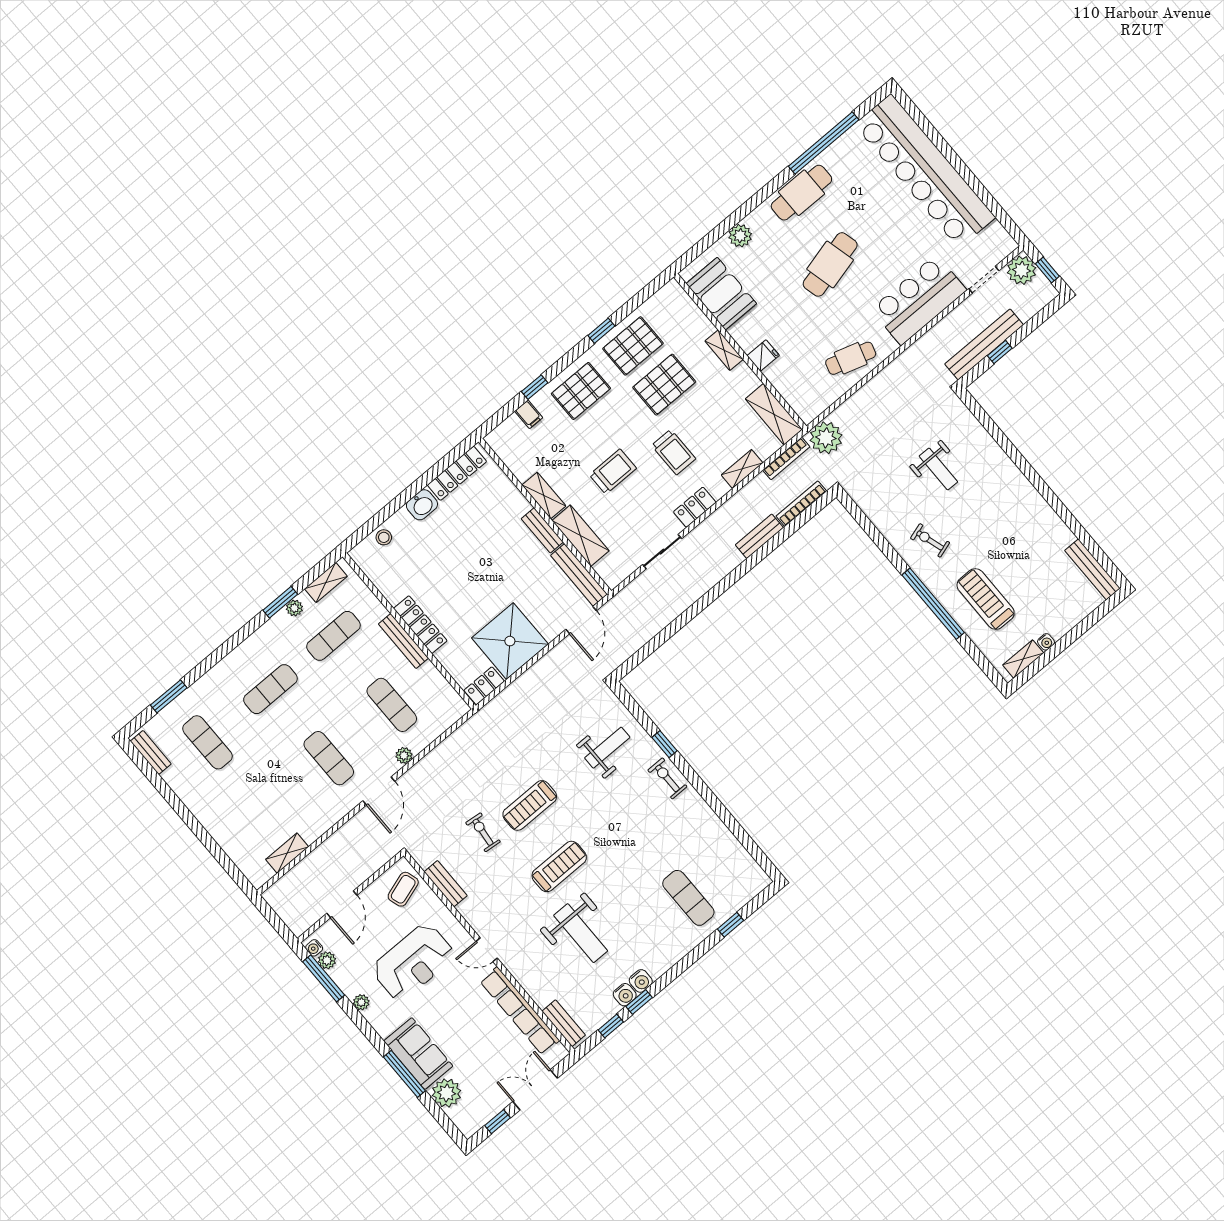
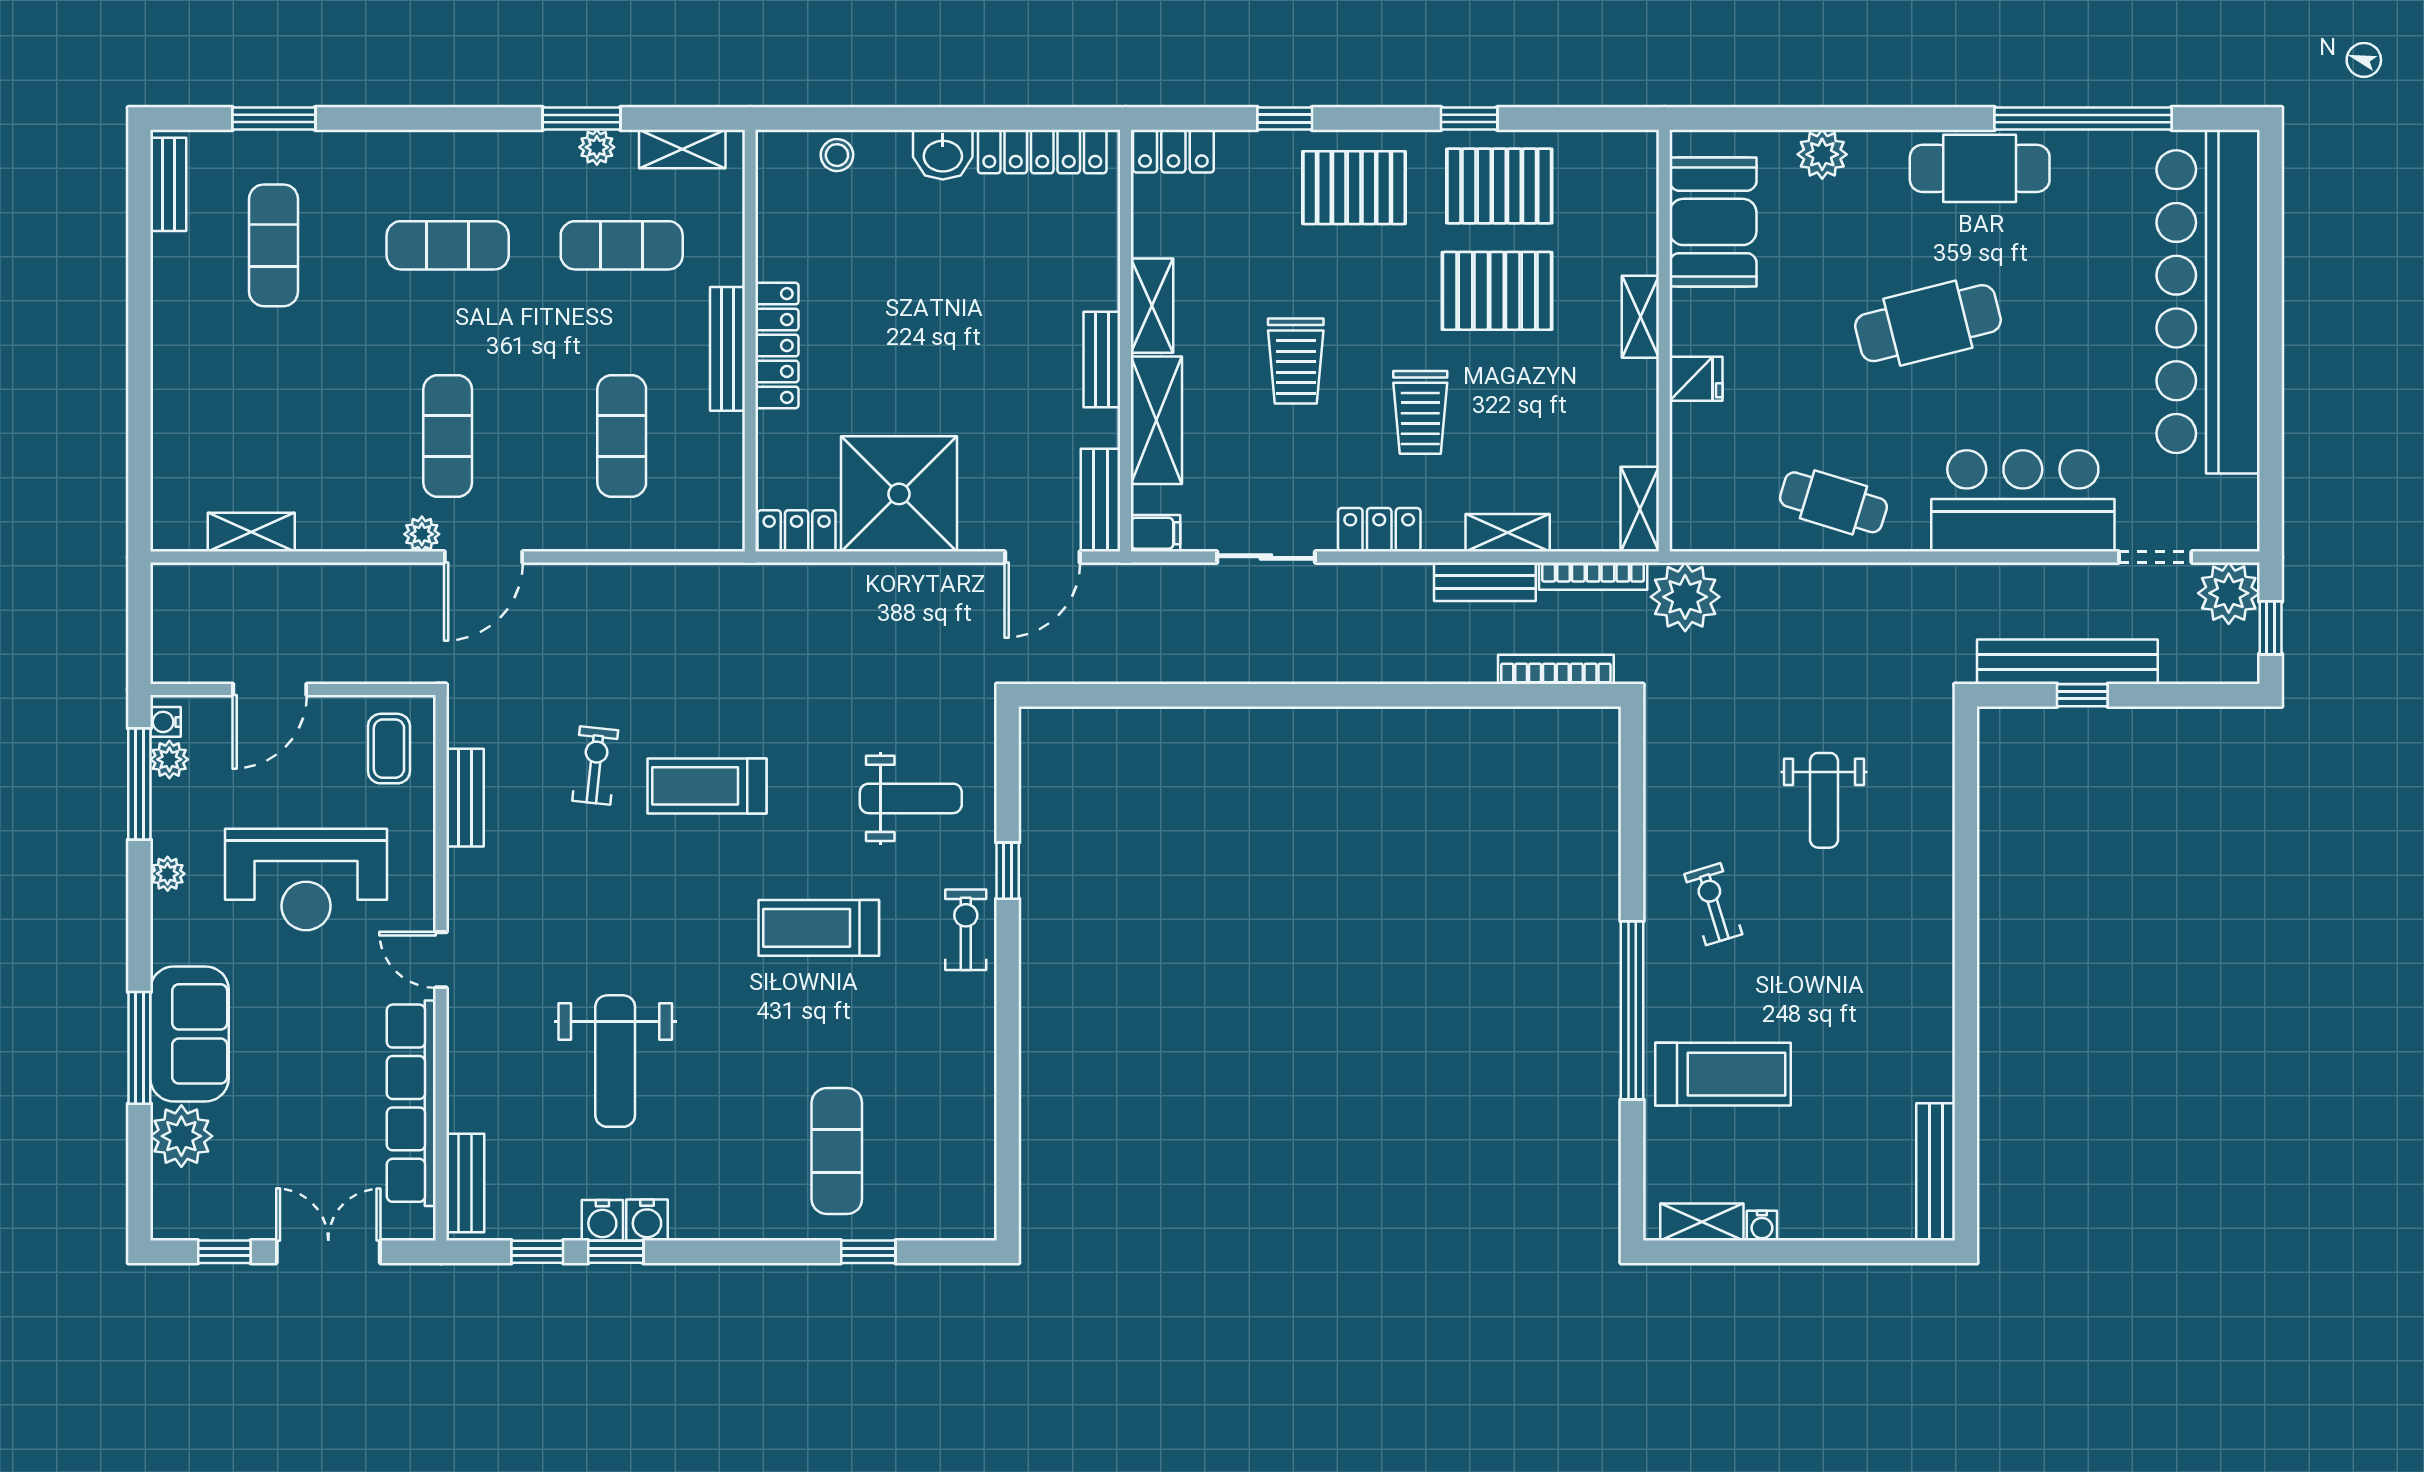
filing cabinet: (529, 414) -> (1155, 533), moved, turned -90
shelving: (774, 414) -> (1640, 509), width x0.67, depth x0.75
locker: (504, 433) -> (1173, 151), added
trolley: (613, 472) -> (1296, 361), turned 90
bench: (759, 536) -> (1485, 582), moved
bench: (579, 575) -> (1100, 500), width x0.73
treadmill: (986, 599) -> (1723, 1074), turned 90
plant: (404, 755) -> (422, 534), moved
treadmill: (559, 866) -> (819, 928), moved, turned 180
coffee table: (403, 889) -> (389, 749), turned -72

